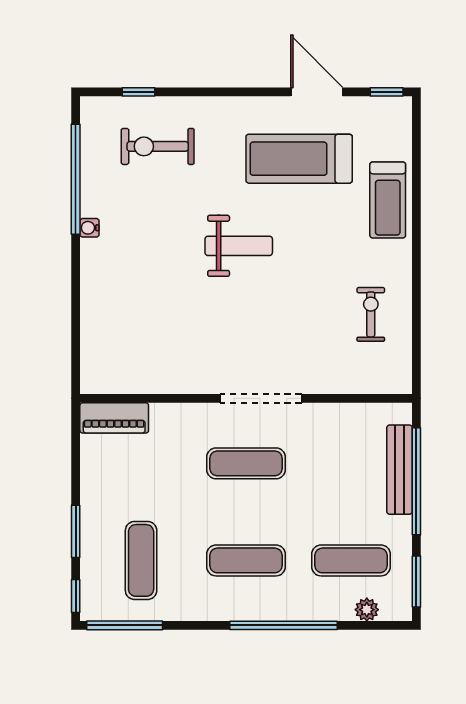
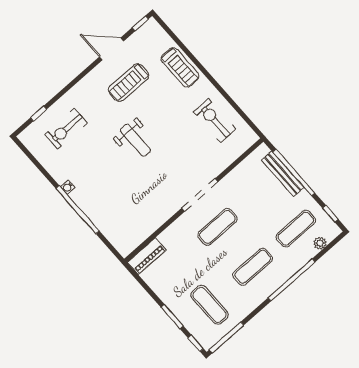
treadmill: (299, 159) -> (129, 83), width x0.73, depth x0.73
window: (76, 179) -> (78, 210), moved
weight bench: (239, 246) -> (135, 140), turned 90
exercise bike: (371, 314) -> (215, 120), width x1.38, depth x1.39
window: (416, 581) -> (330, 214), width x0.67

